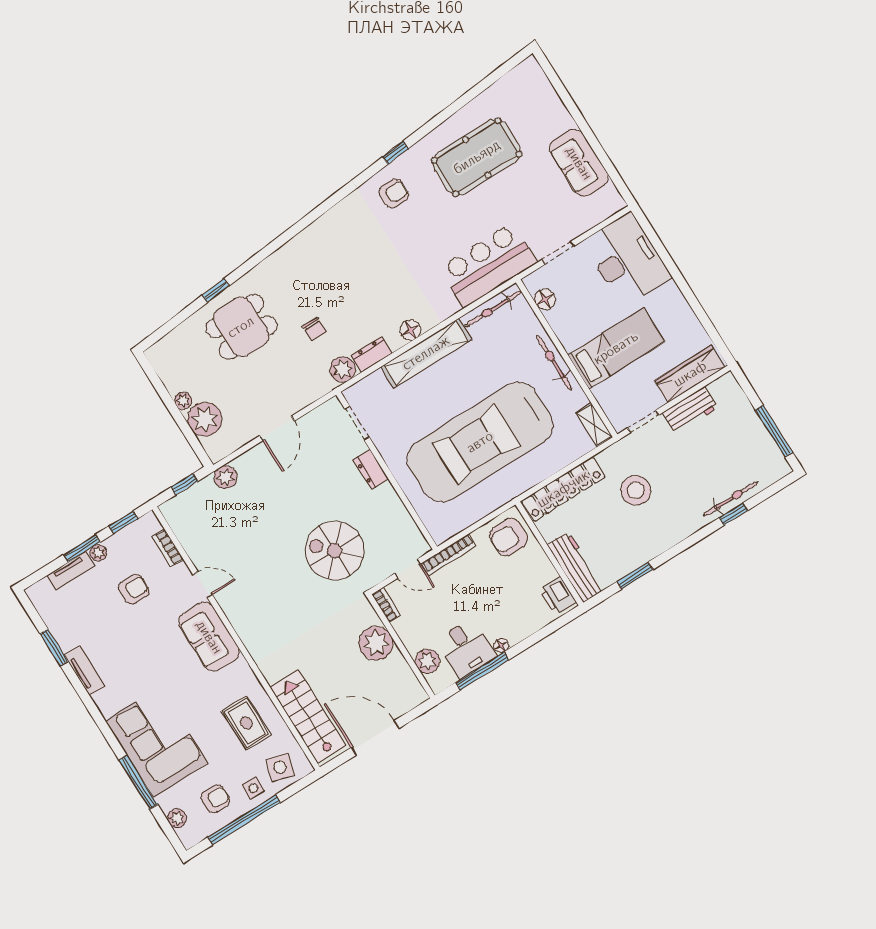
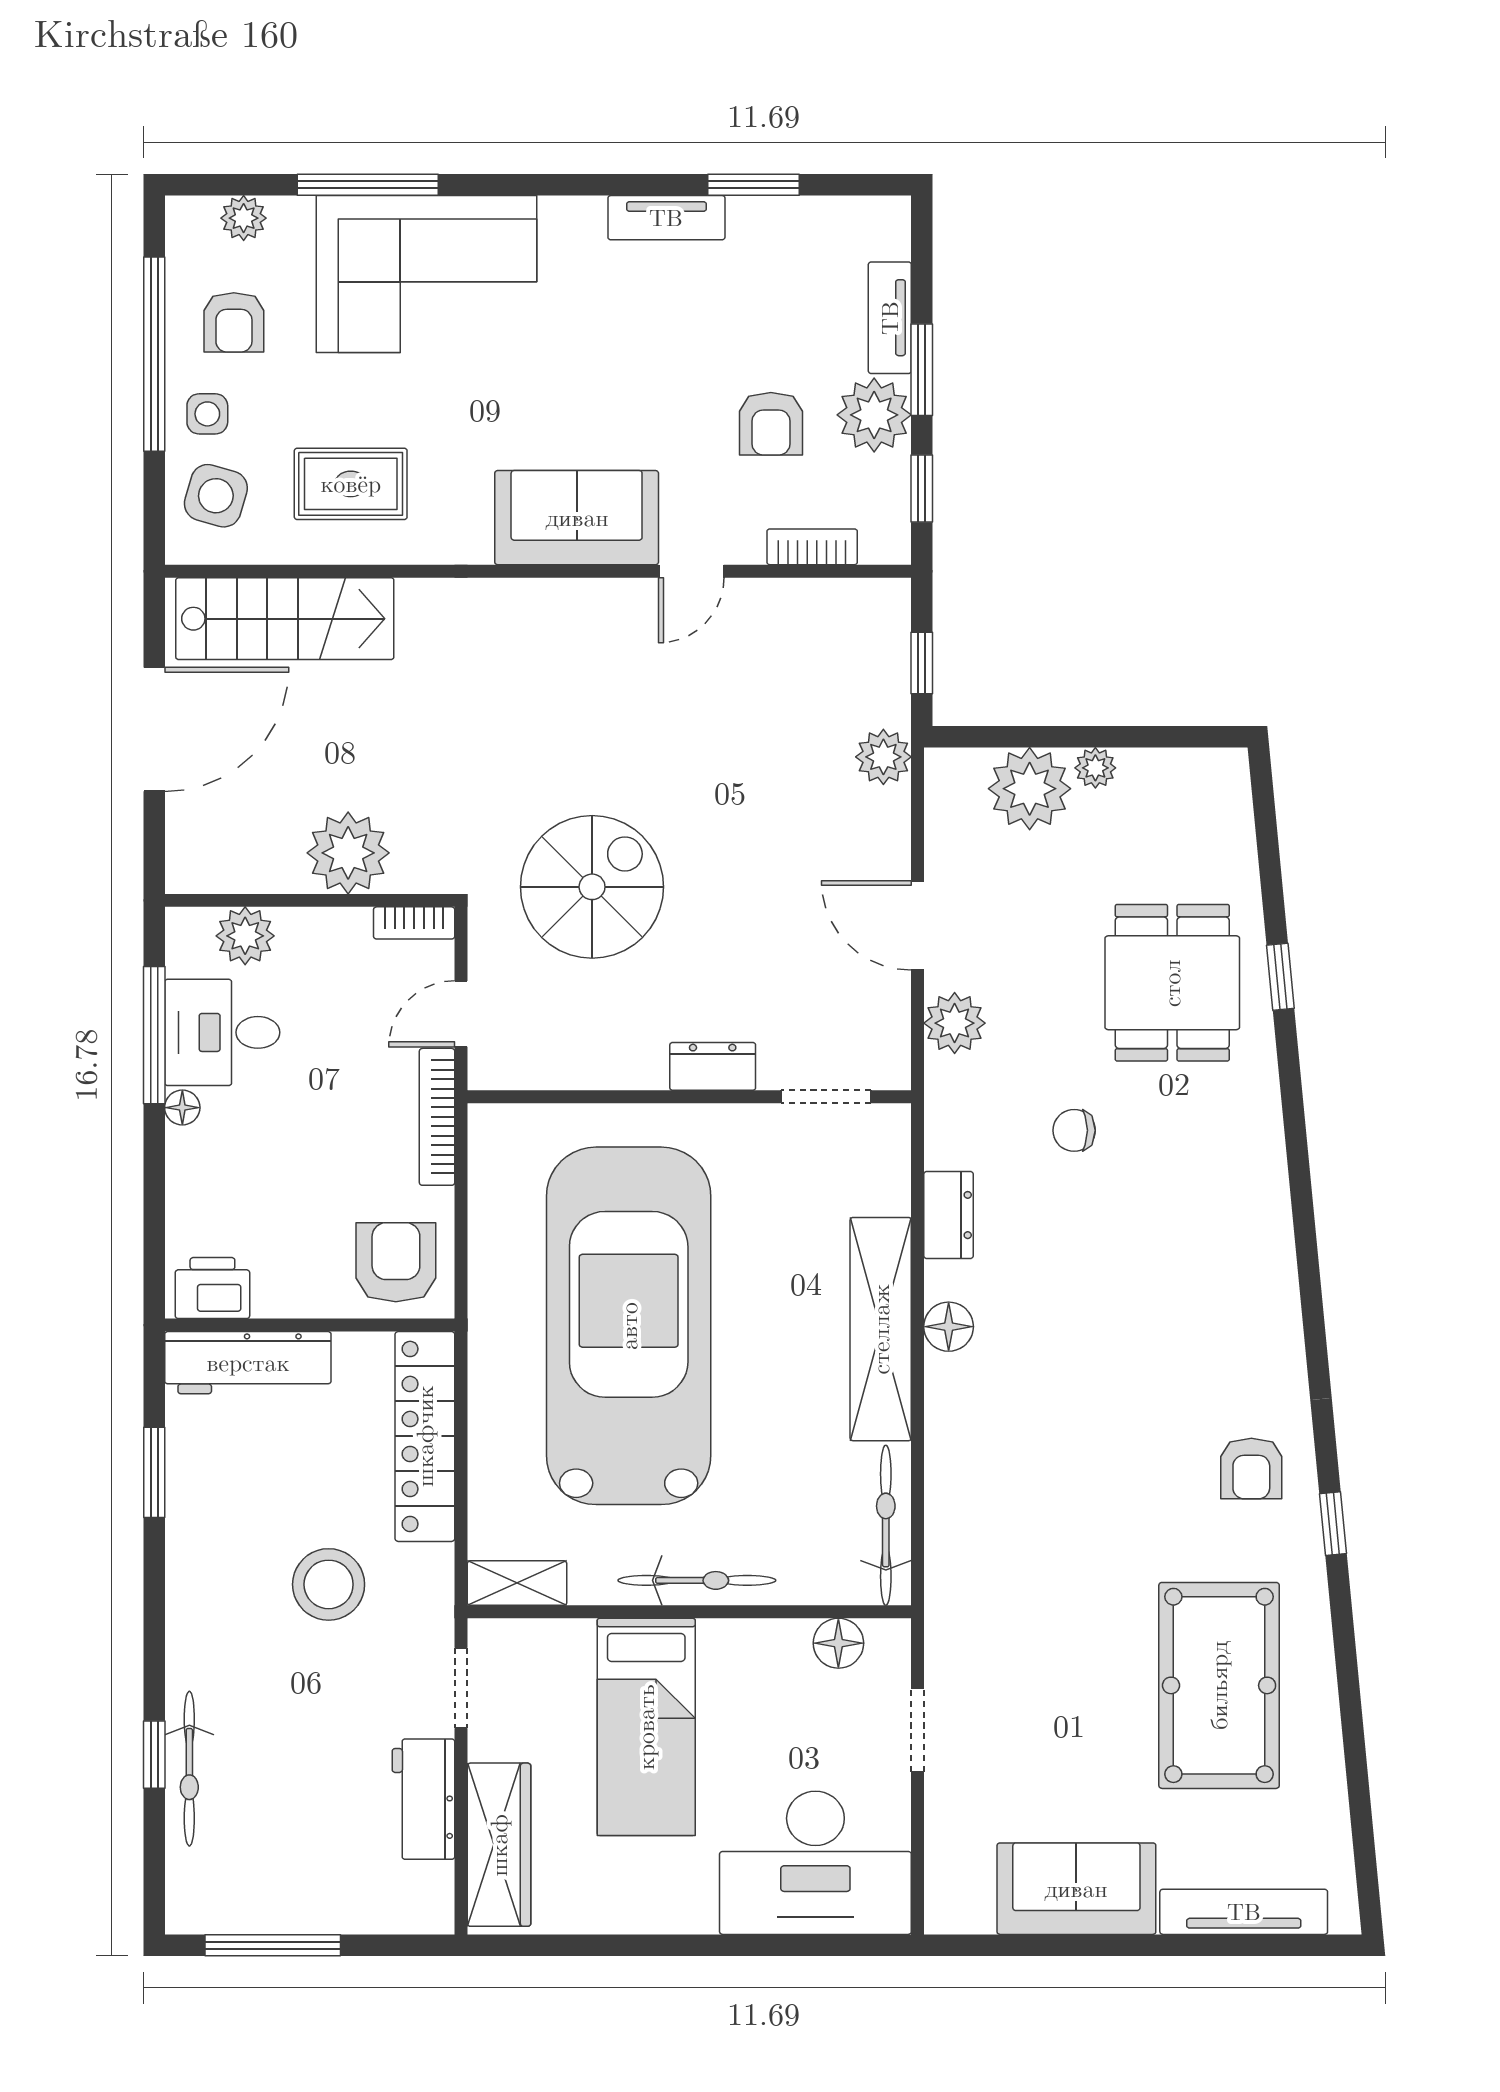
tv unit: (550, 99) -> (1244, 1912), added
bar counter: (488, 265) -> (982, 1570), removed
plant: (343, 369) -> (955, 1023), moved
plant: (98, 553) -> (874, 415), width x1.87, depth x1.87

